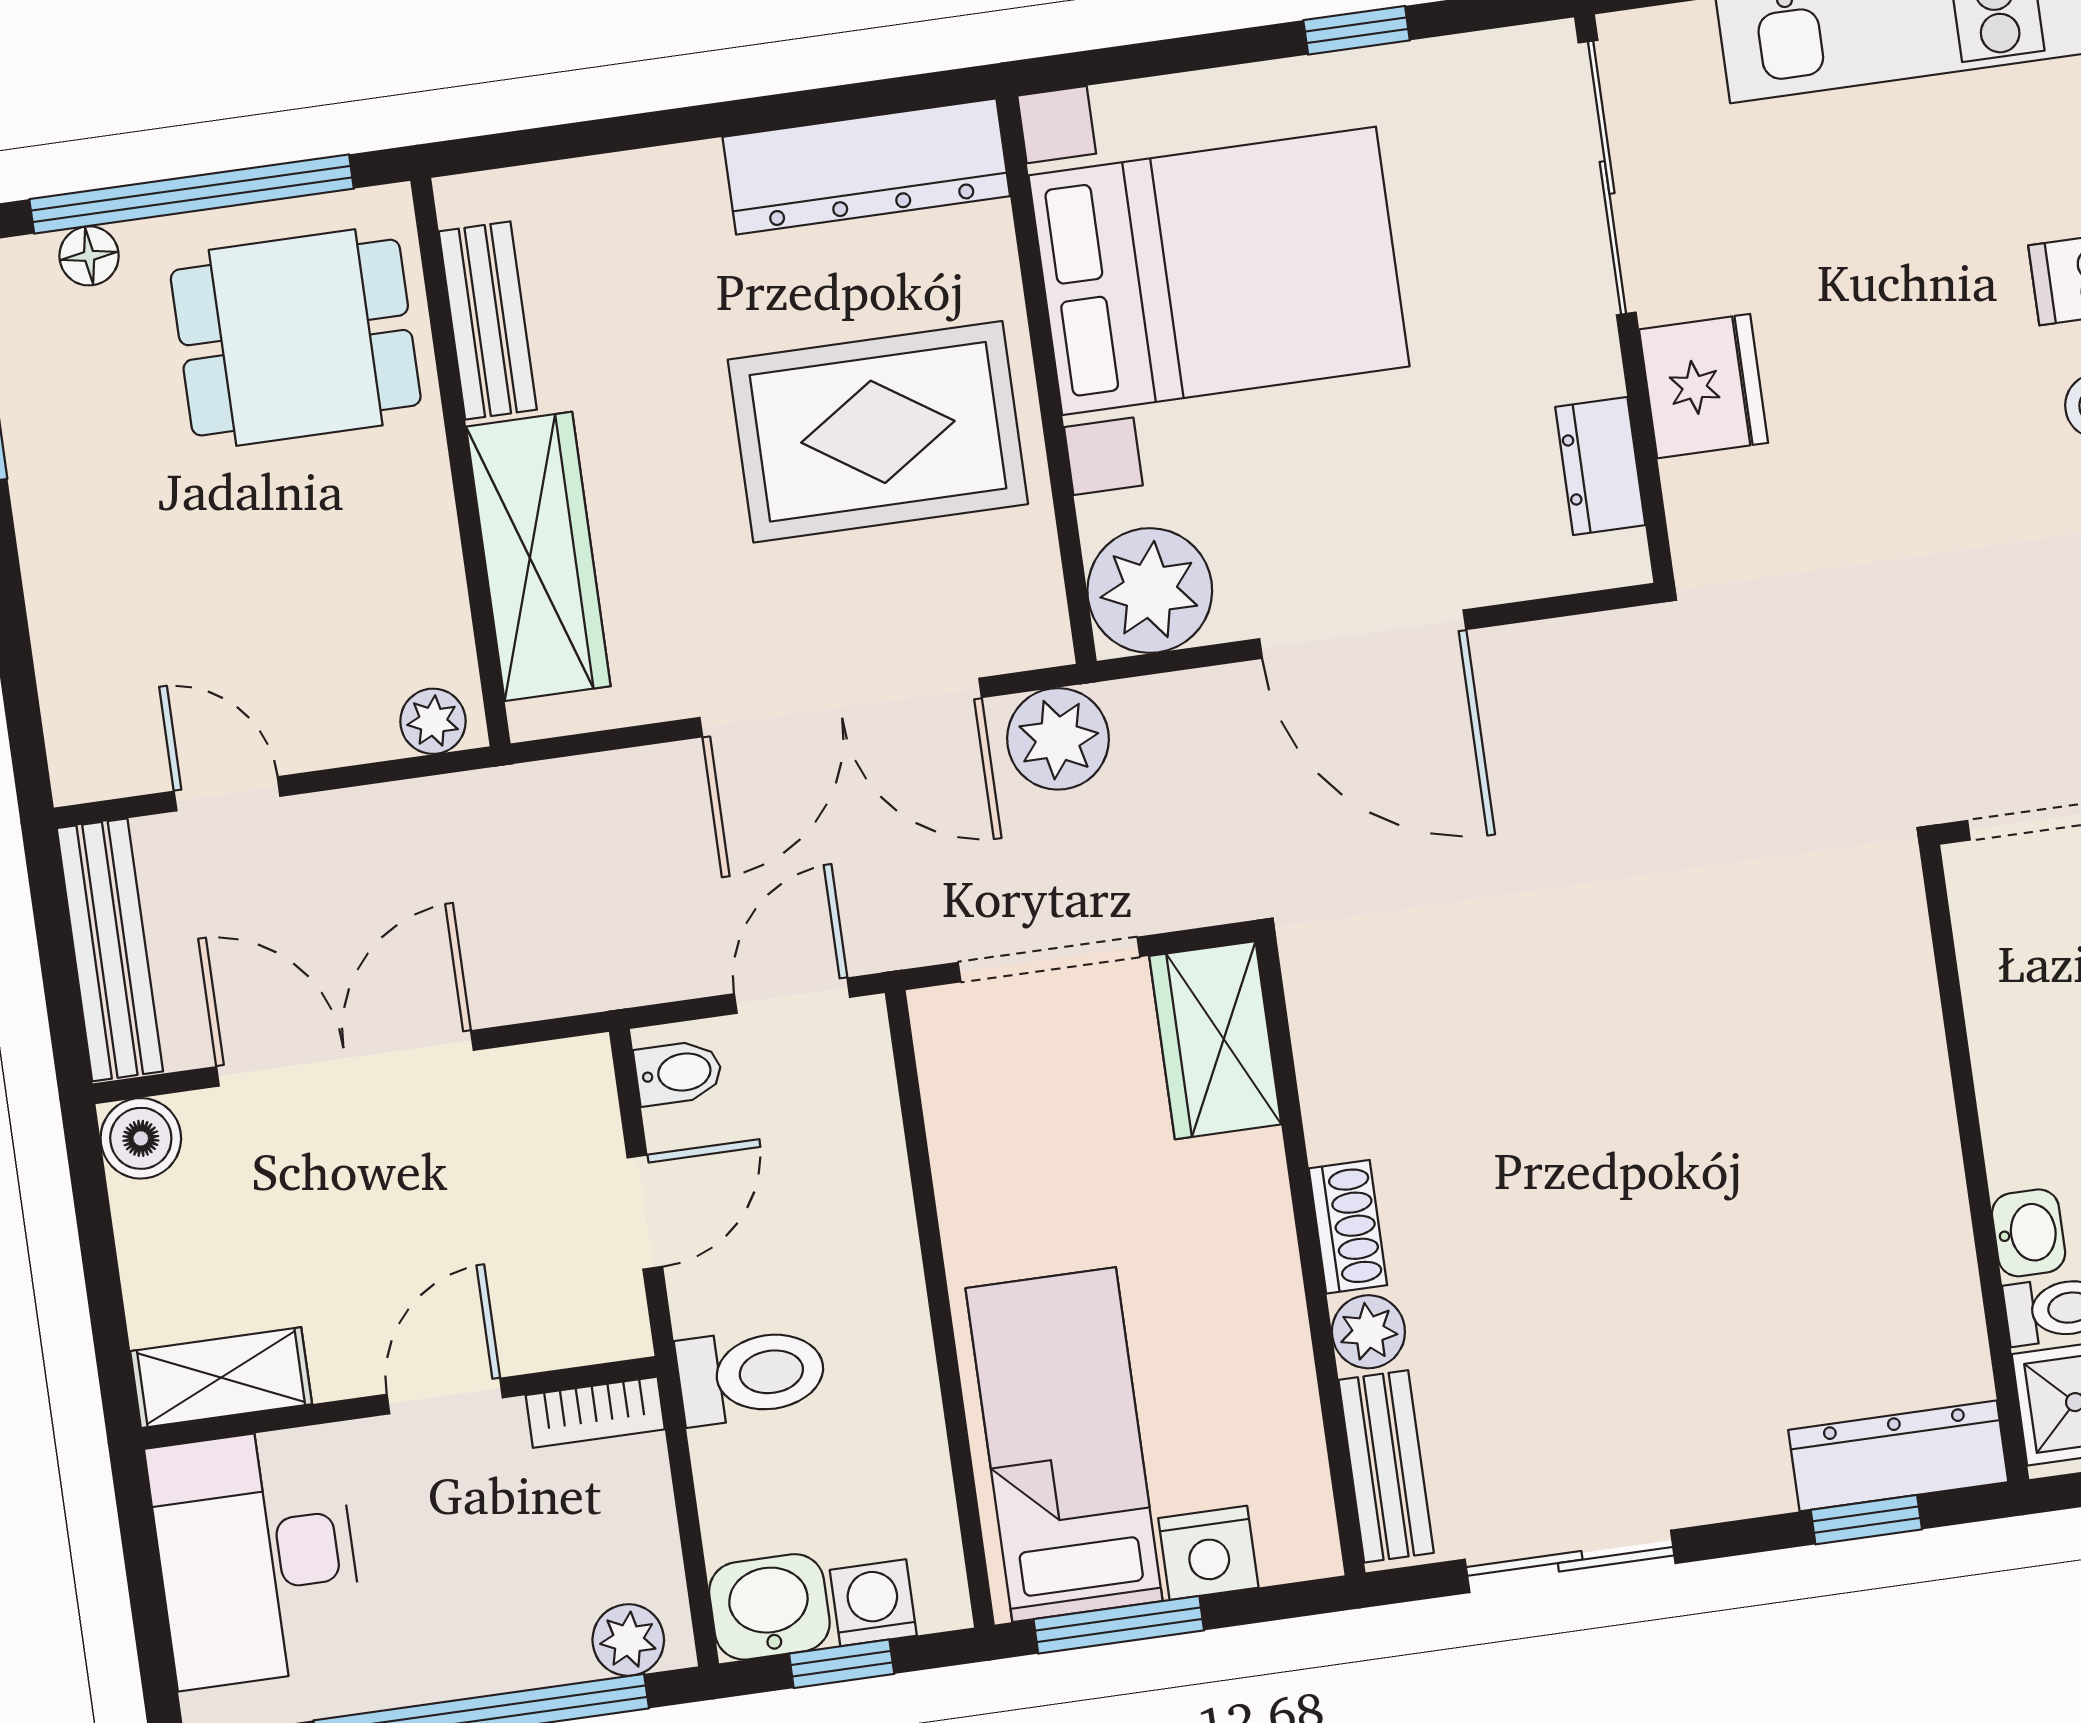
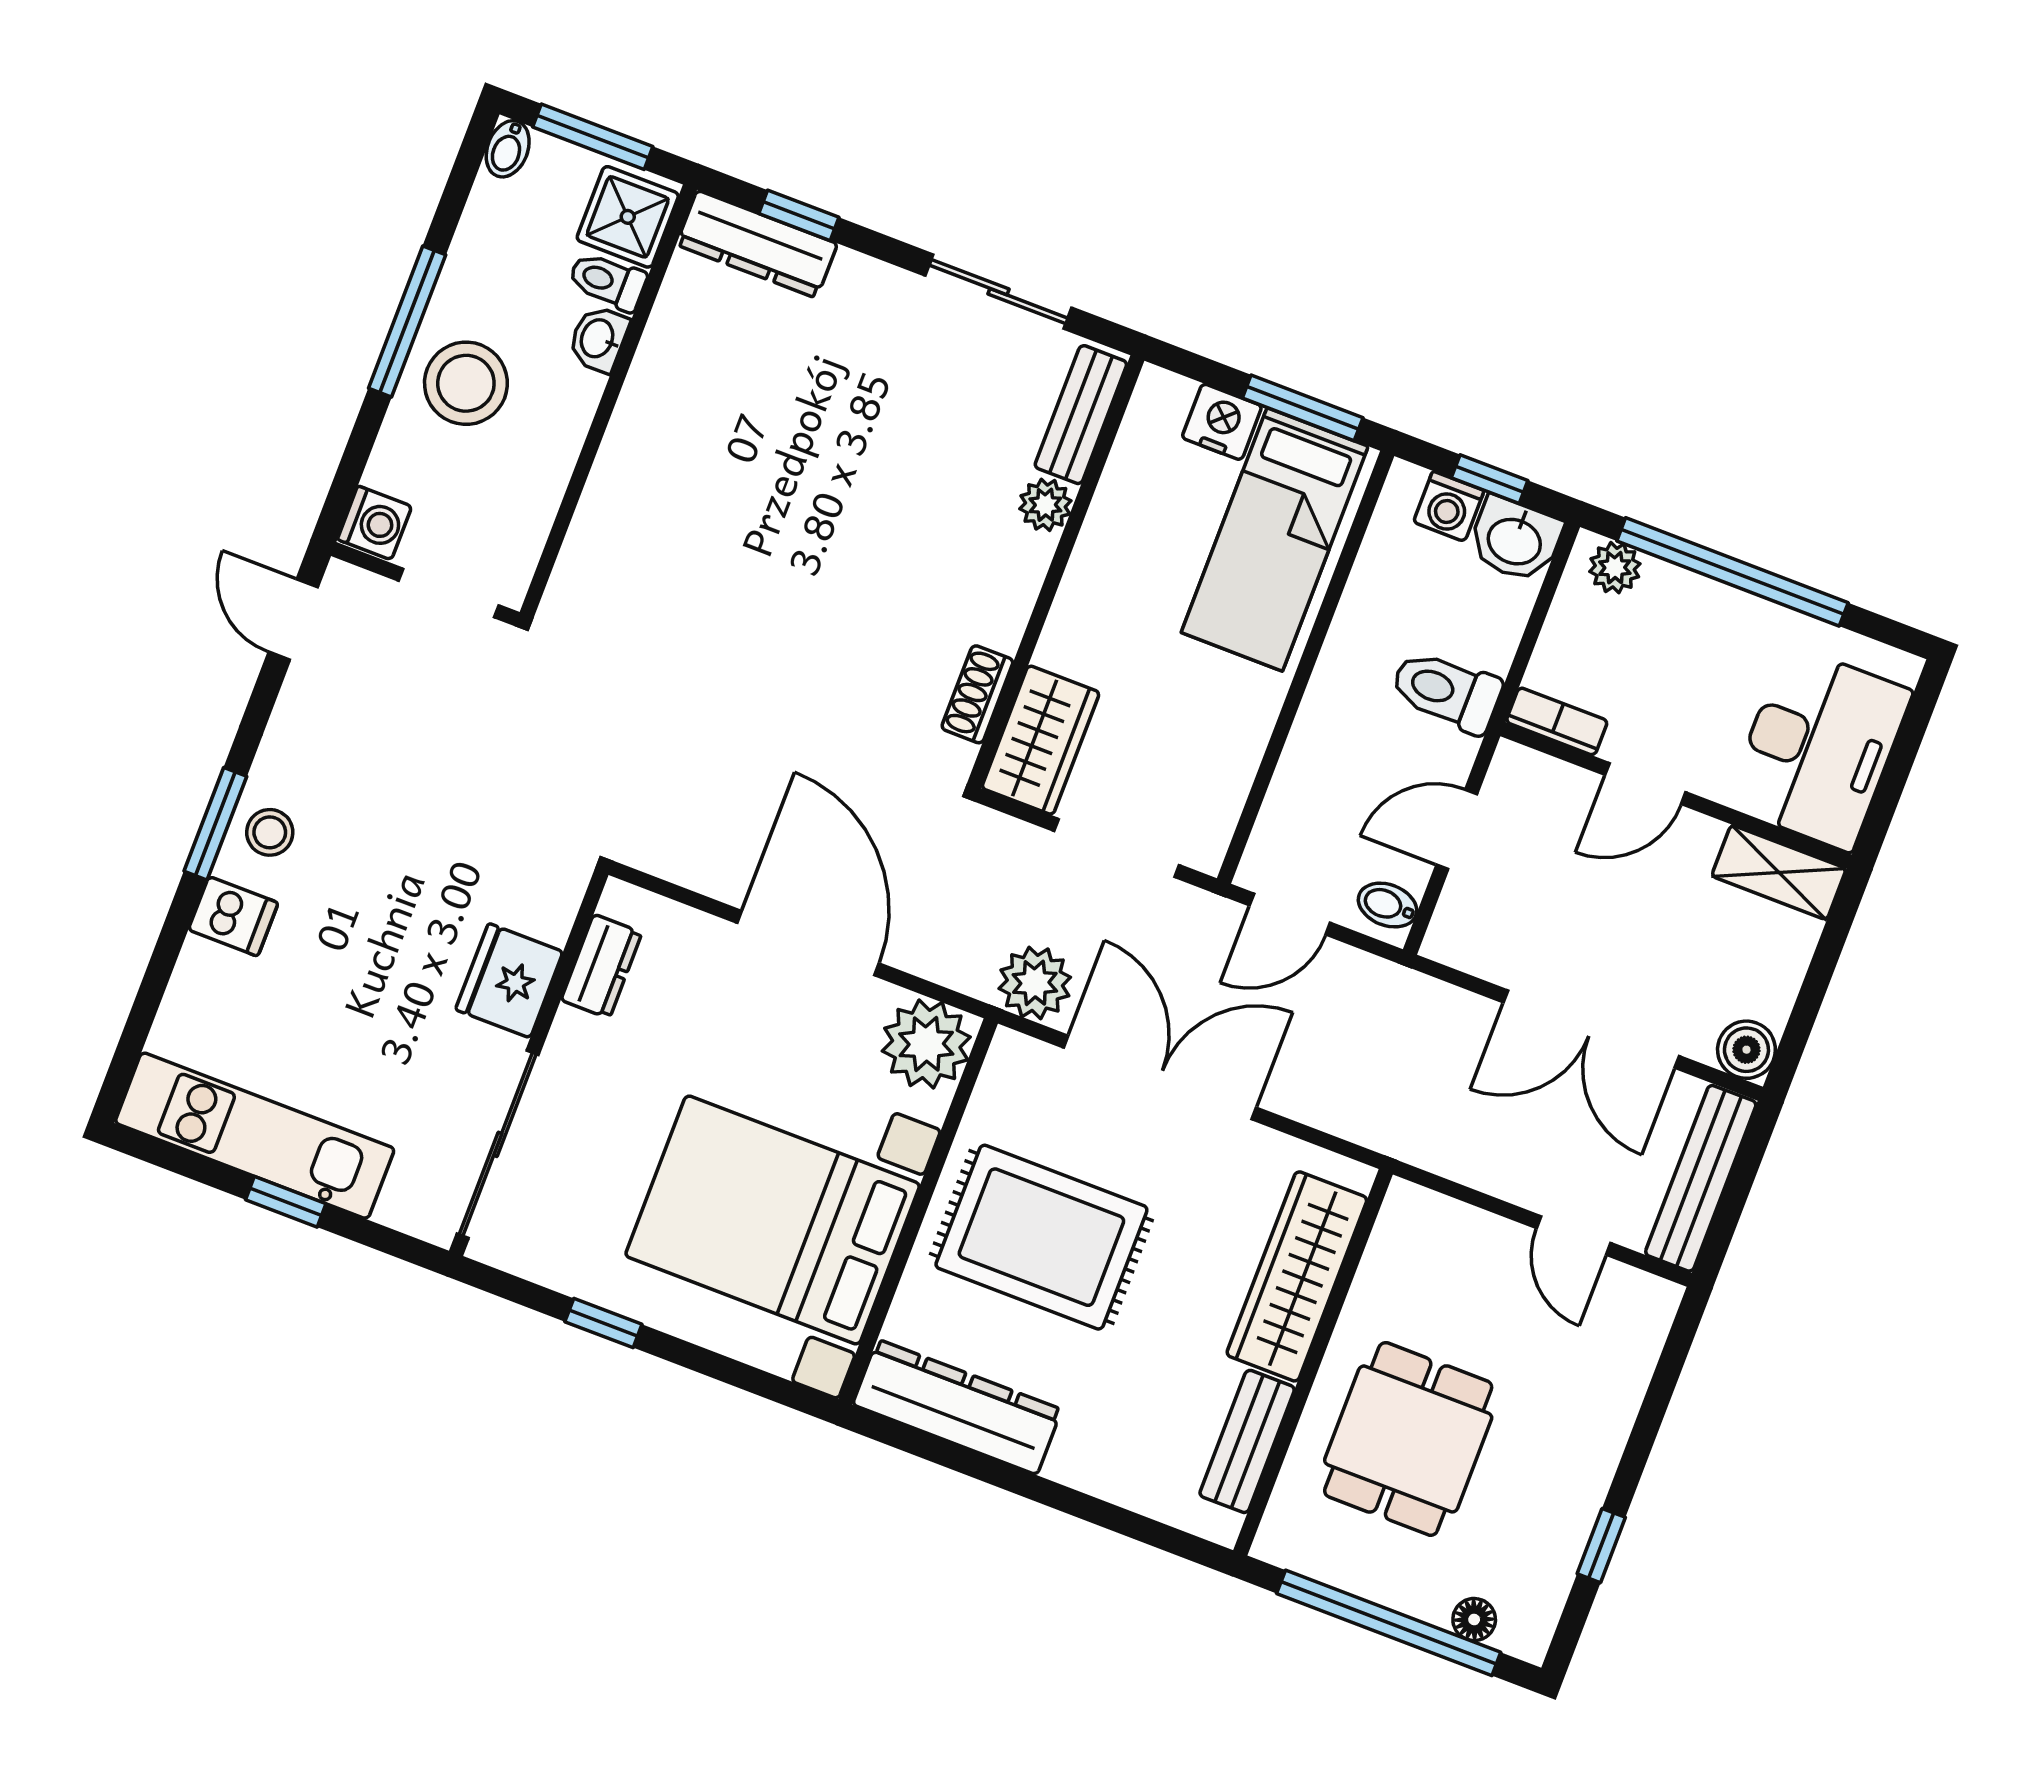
dining table: (296, 338) -> (1408, 1439), moved, turned 90
plant: (433, 721) -> (1420, 1210), removed
shoe rack: (1348, 1227) -> (977, 694), moved

